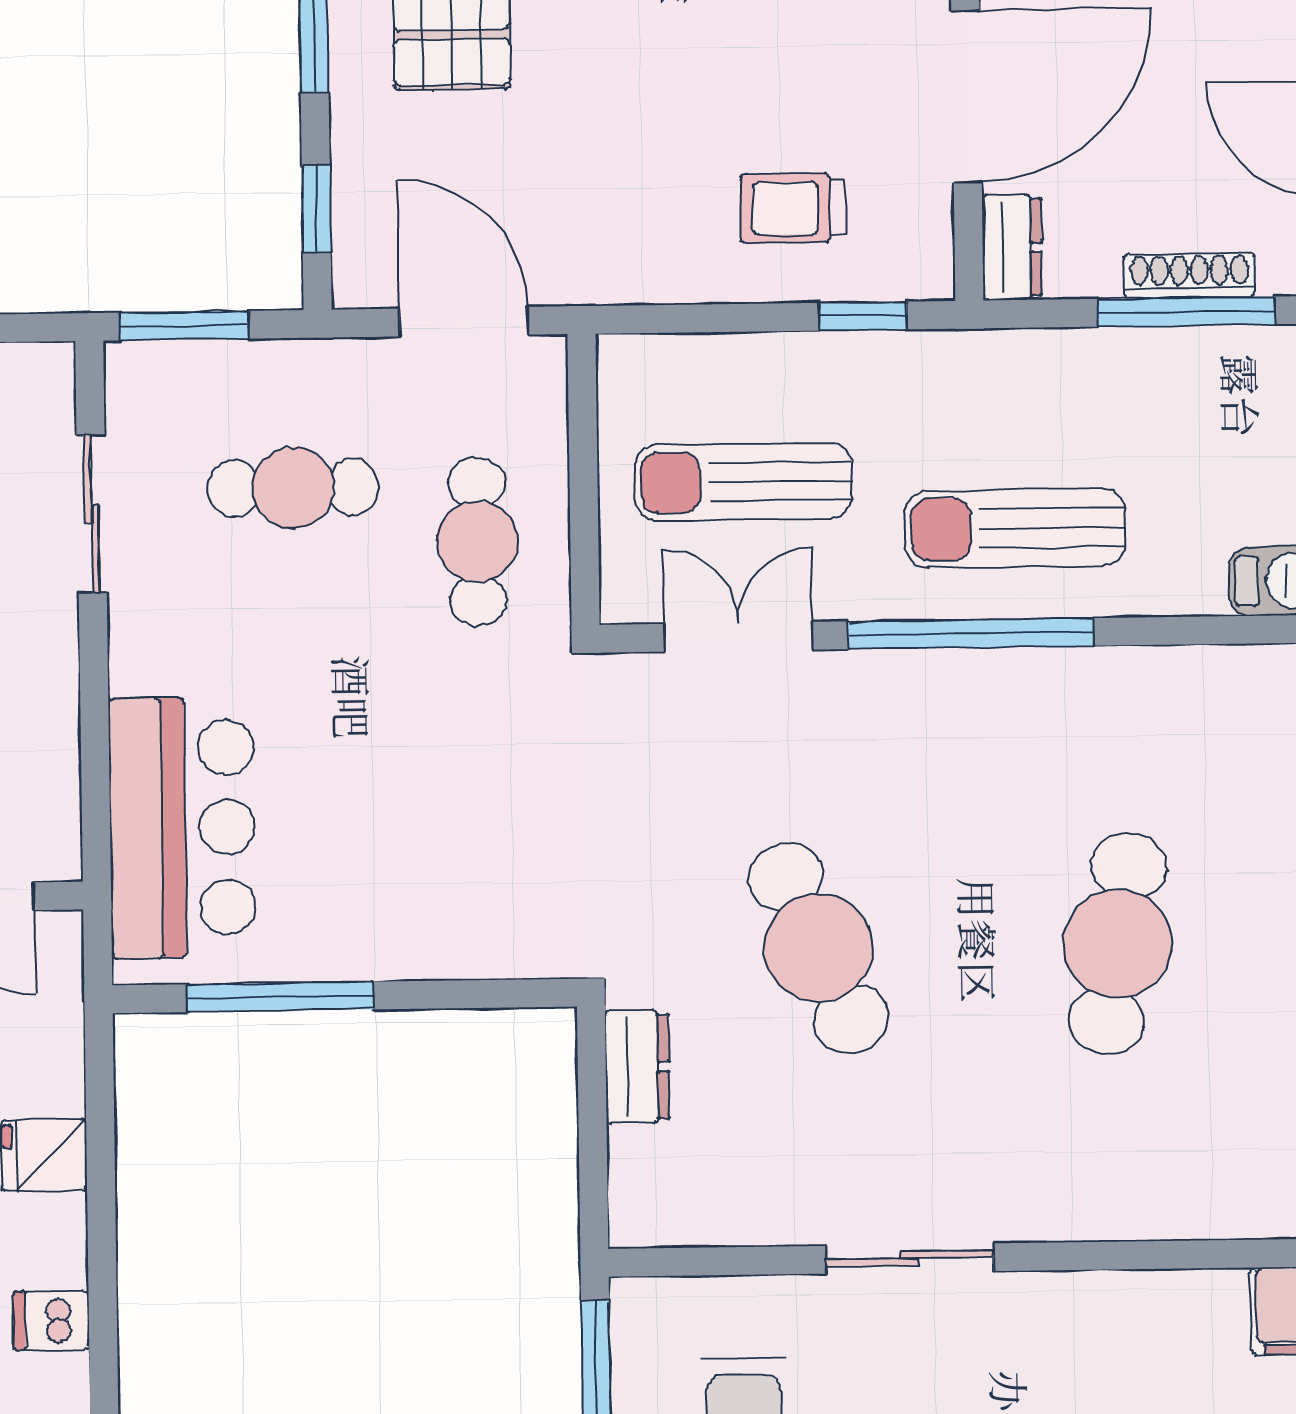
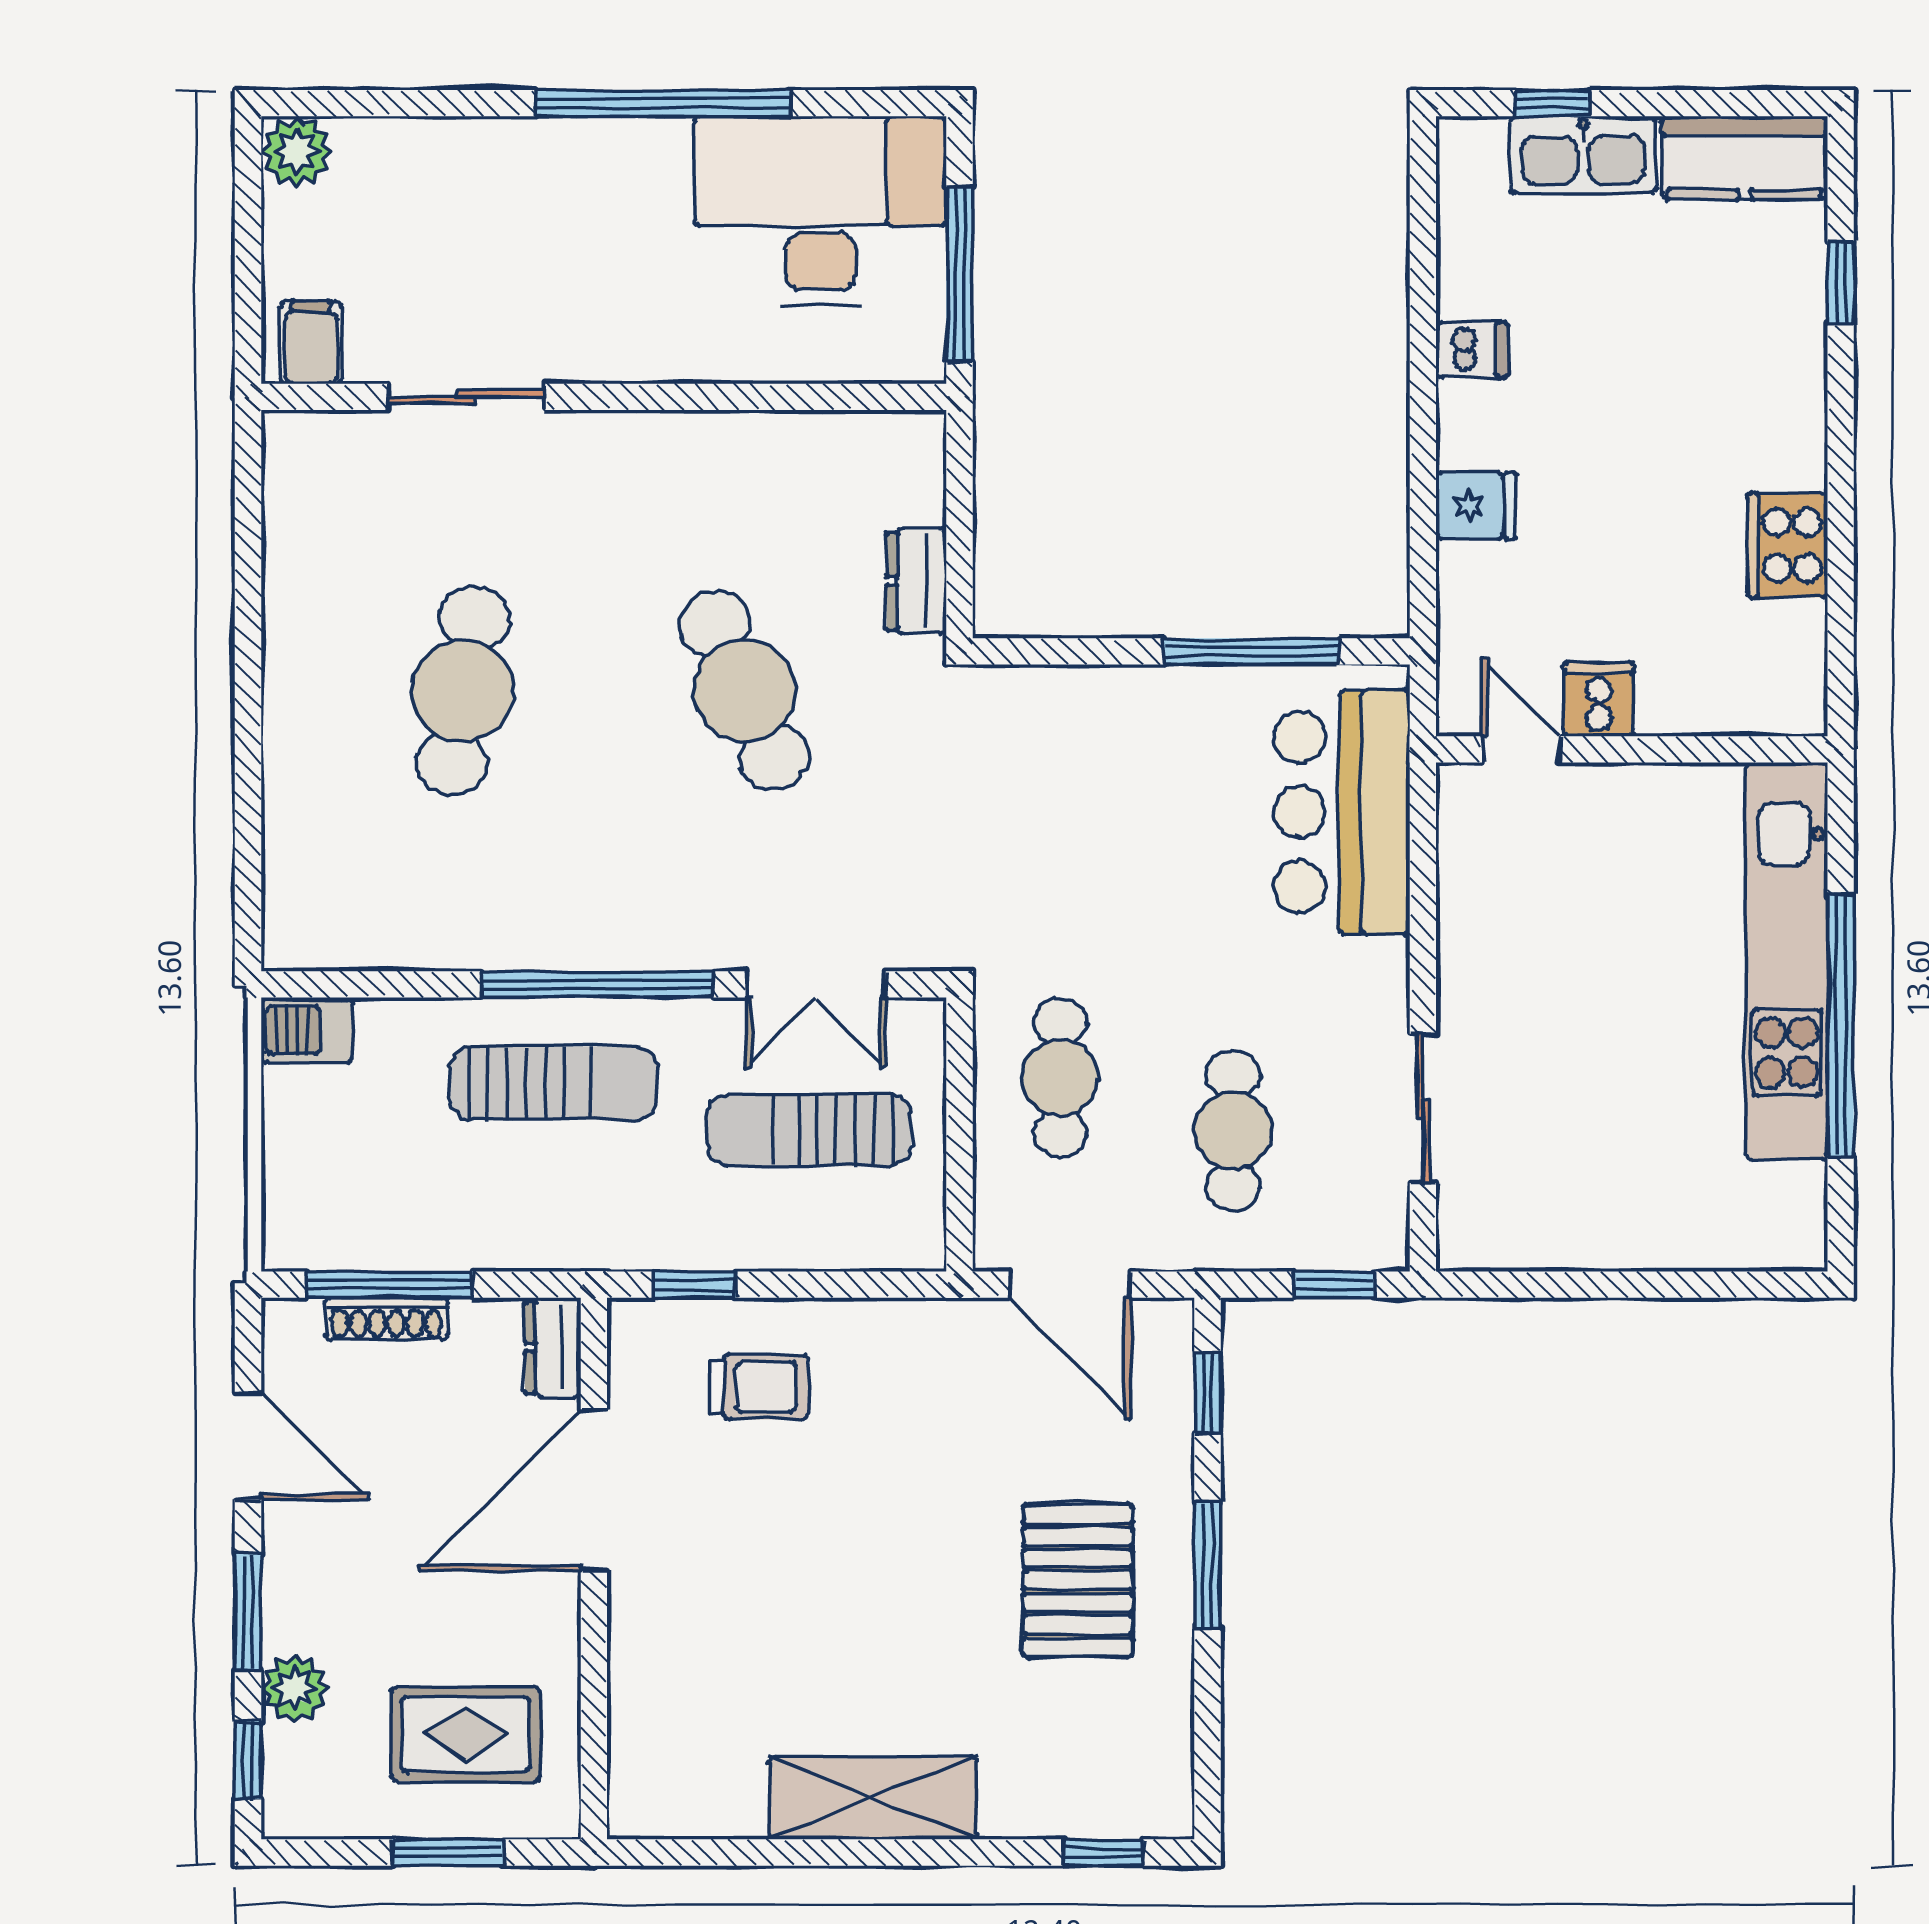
window: (184, 326) -> (1334, 1285), width x0.67
sun lounger: (743, 482) -> (809, 1130), turned 180
cafe table: (293, 488) -> (1233, 1131), turned 90
sliding door: (910, 1258) -> (467, 397), moved

